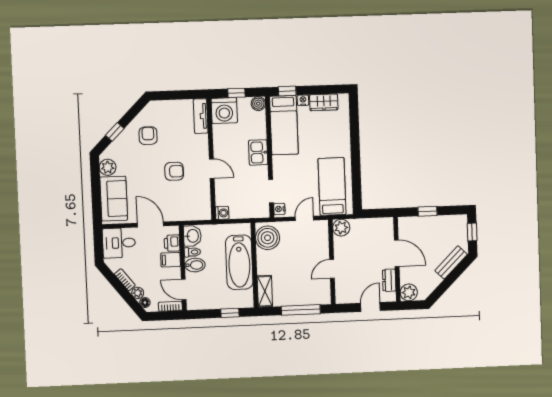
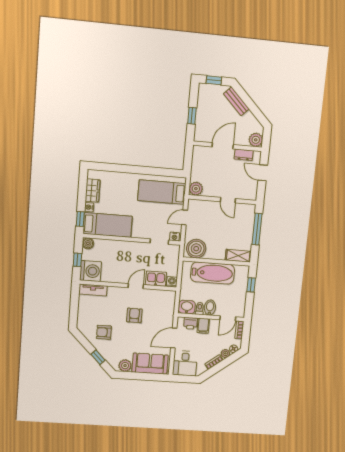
kitchen sink: (258, 152) -> (156, 279), moved, turned 180
door: (304, 218) -> (185, 217), hinge flipped

